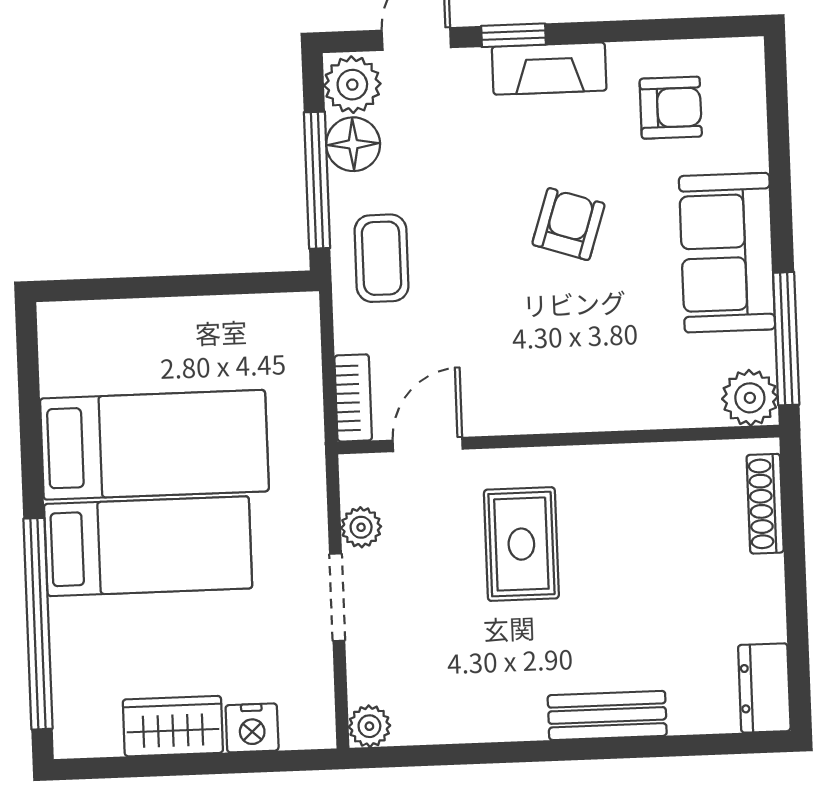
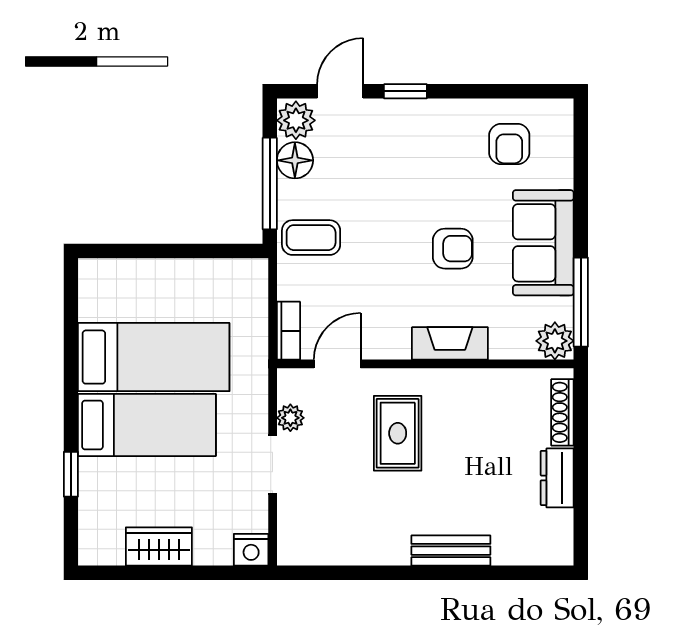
fireplace: (549, 69) -> (450, 343), moved, turned 180
armchair: (671, 108) -> (509, 144), turned 90
armchair: (568, 224) -> (453, 249), moved, turned 72
coffee table: (382, 258) -> (311, 238), turned 90
window: (38, 624) -> (71, 474), width x0.32
dresser: (764, 688) -> (557, 478), moved
plant: (369, 726) -> (291, 552), removed
nightstand: (252, 728) -> (251, 550), moved

